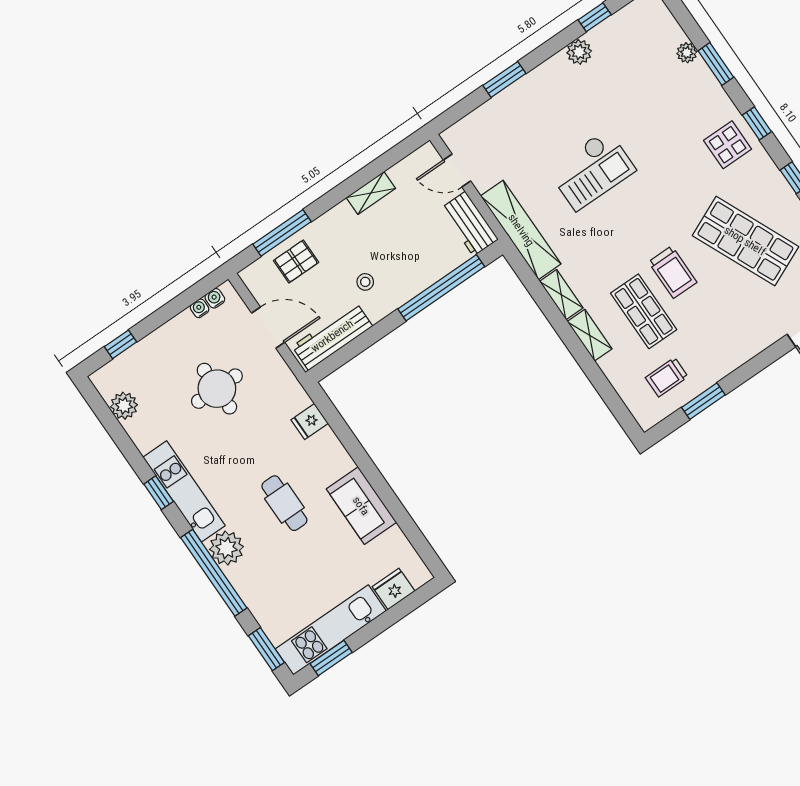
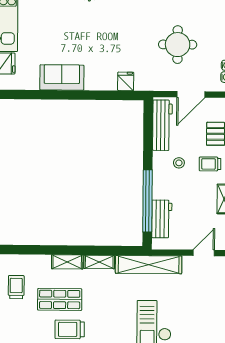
workbench: (469, 224) -> (162, 219), moved, turned 90
trolley: (339, 242) -> (210, 164), added
cafe table: (284, 503) -> (92, 38), removed

